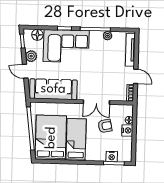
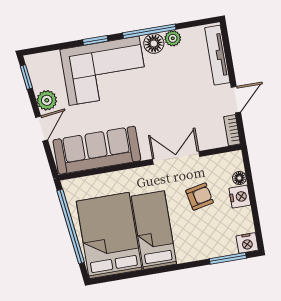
floor lamp: (37, 35) -> (154, 43), moved
door: (25, 71) -> (42, 129), swing flipped
door: (136, 76) -> (236, 100), hinge flipped
double door: (96, 102) -> (176, 158), swing flipped
nightstand: (112, 156) -> (247, 243), moved

